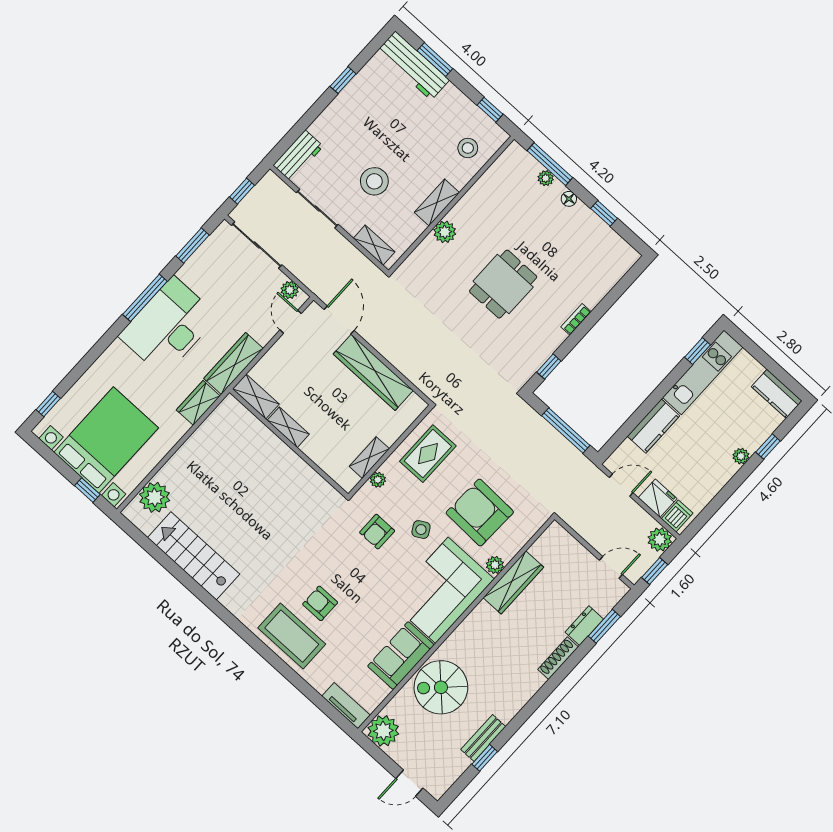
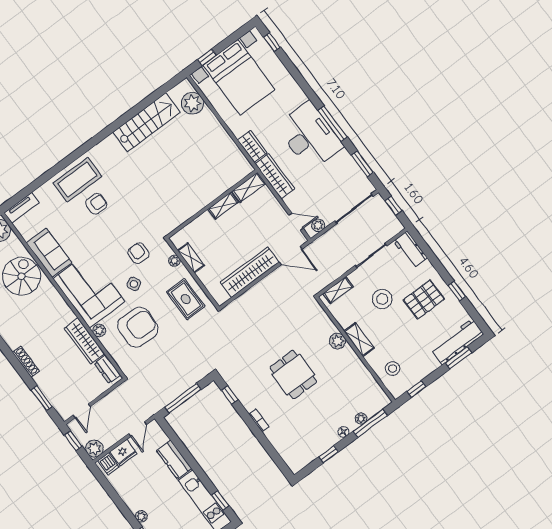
pallet: (364, 123) -> (424, 299), added
dresser: (584, 626) -> (107, 369), moved, turned 180

